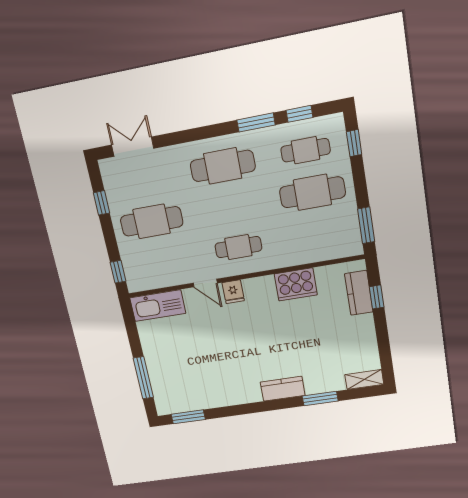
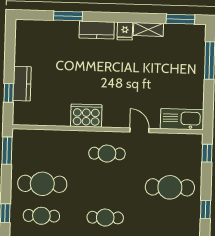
cafe table: (223, 166) -> (105, 218), width x0.73, depth x0.74
cooker: (296, 284) -> (86, 116), moved
fridge: (233, 292) -> (125, 31), moved, turned 180
kitchen counter: (359, 293) -> (22, 84), moved
shelving: (364, 379) -> (148, 29), moved

